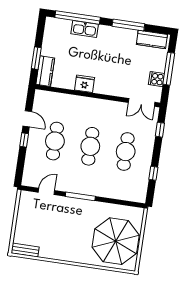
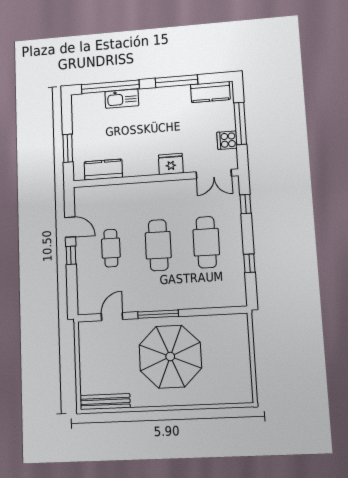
kitchen counter: (45, 71) -> (103, 170), moved, turned -90
fridge: (85, 84) -> (171, 164), moved
cafe table: (55, 141) -> (111, 248), width x0.73, depth x0.74
parasol: (116, 241) -> (170, 357), moved
bench: (25, 250) -> (105, 402), width x1.36

